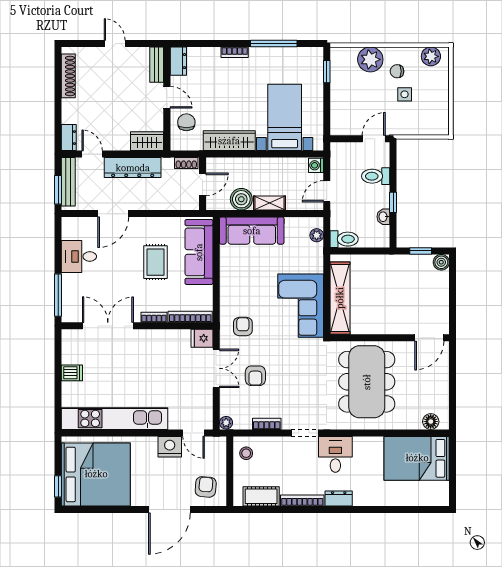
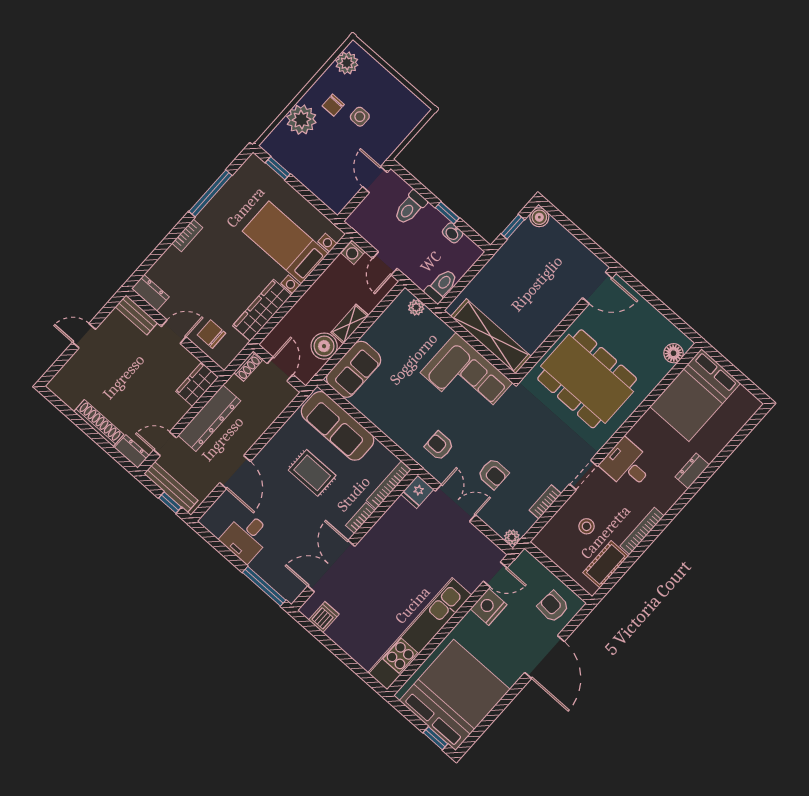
shoe rack: (68, 76) -> (99, 423), moved
window: (58, 190) -> (170, 503), width x0.67
sofa: (252, 231) -> (354, 369), width x0.73
door: (429, 338) -> (597, 288), hinge flipped
dishwasher: (72, 373) -> (324, 617), moved
stool: (246, 453) -> (587, 526), moved
dresser: (339, 499) -> (692, 471), moved

